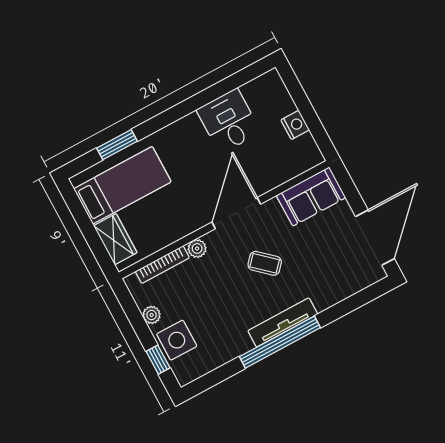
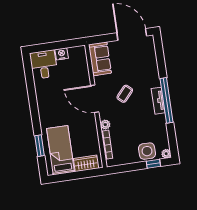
desk: (229, 121) -> (44, 65), moved, turned 90
plant: (152, 315) -> (166, 154), moved
tv unit: (283, 322) -> (158, 101), width x0.71

